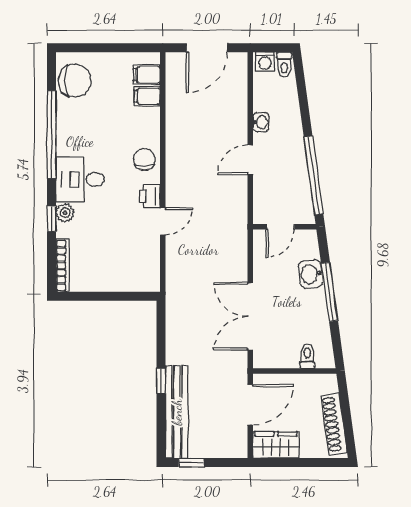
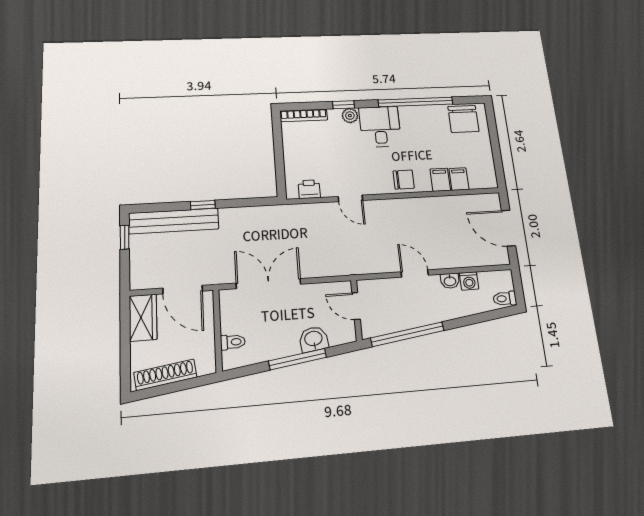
washing machine: (265, 62) -> (469, 281), moved, turned -90
filing cabinet: (147, 75) -> (440, 180), moved
printer: (150, 196) -> (309, 189), moved

